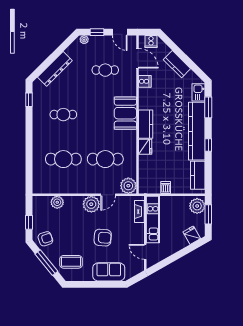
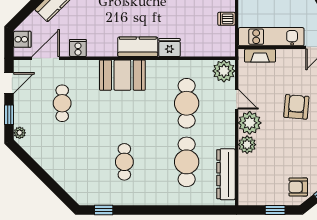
dresser: (55, 69) -> (226, 174), moved, turned -135
plant: (57, 202) -> (247, 145), moved
armchair: (45, 239) -> (298, 187), turned -71

